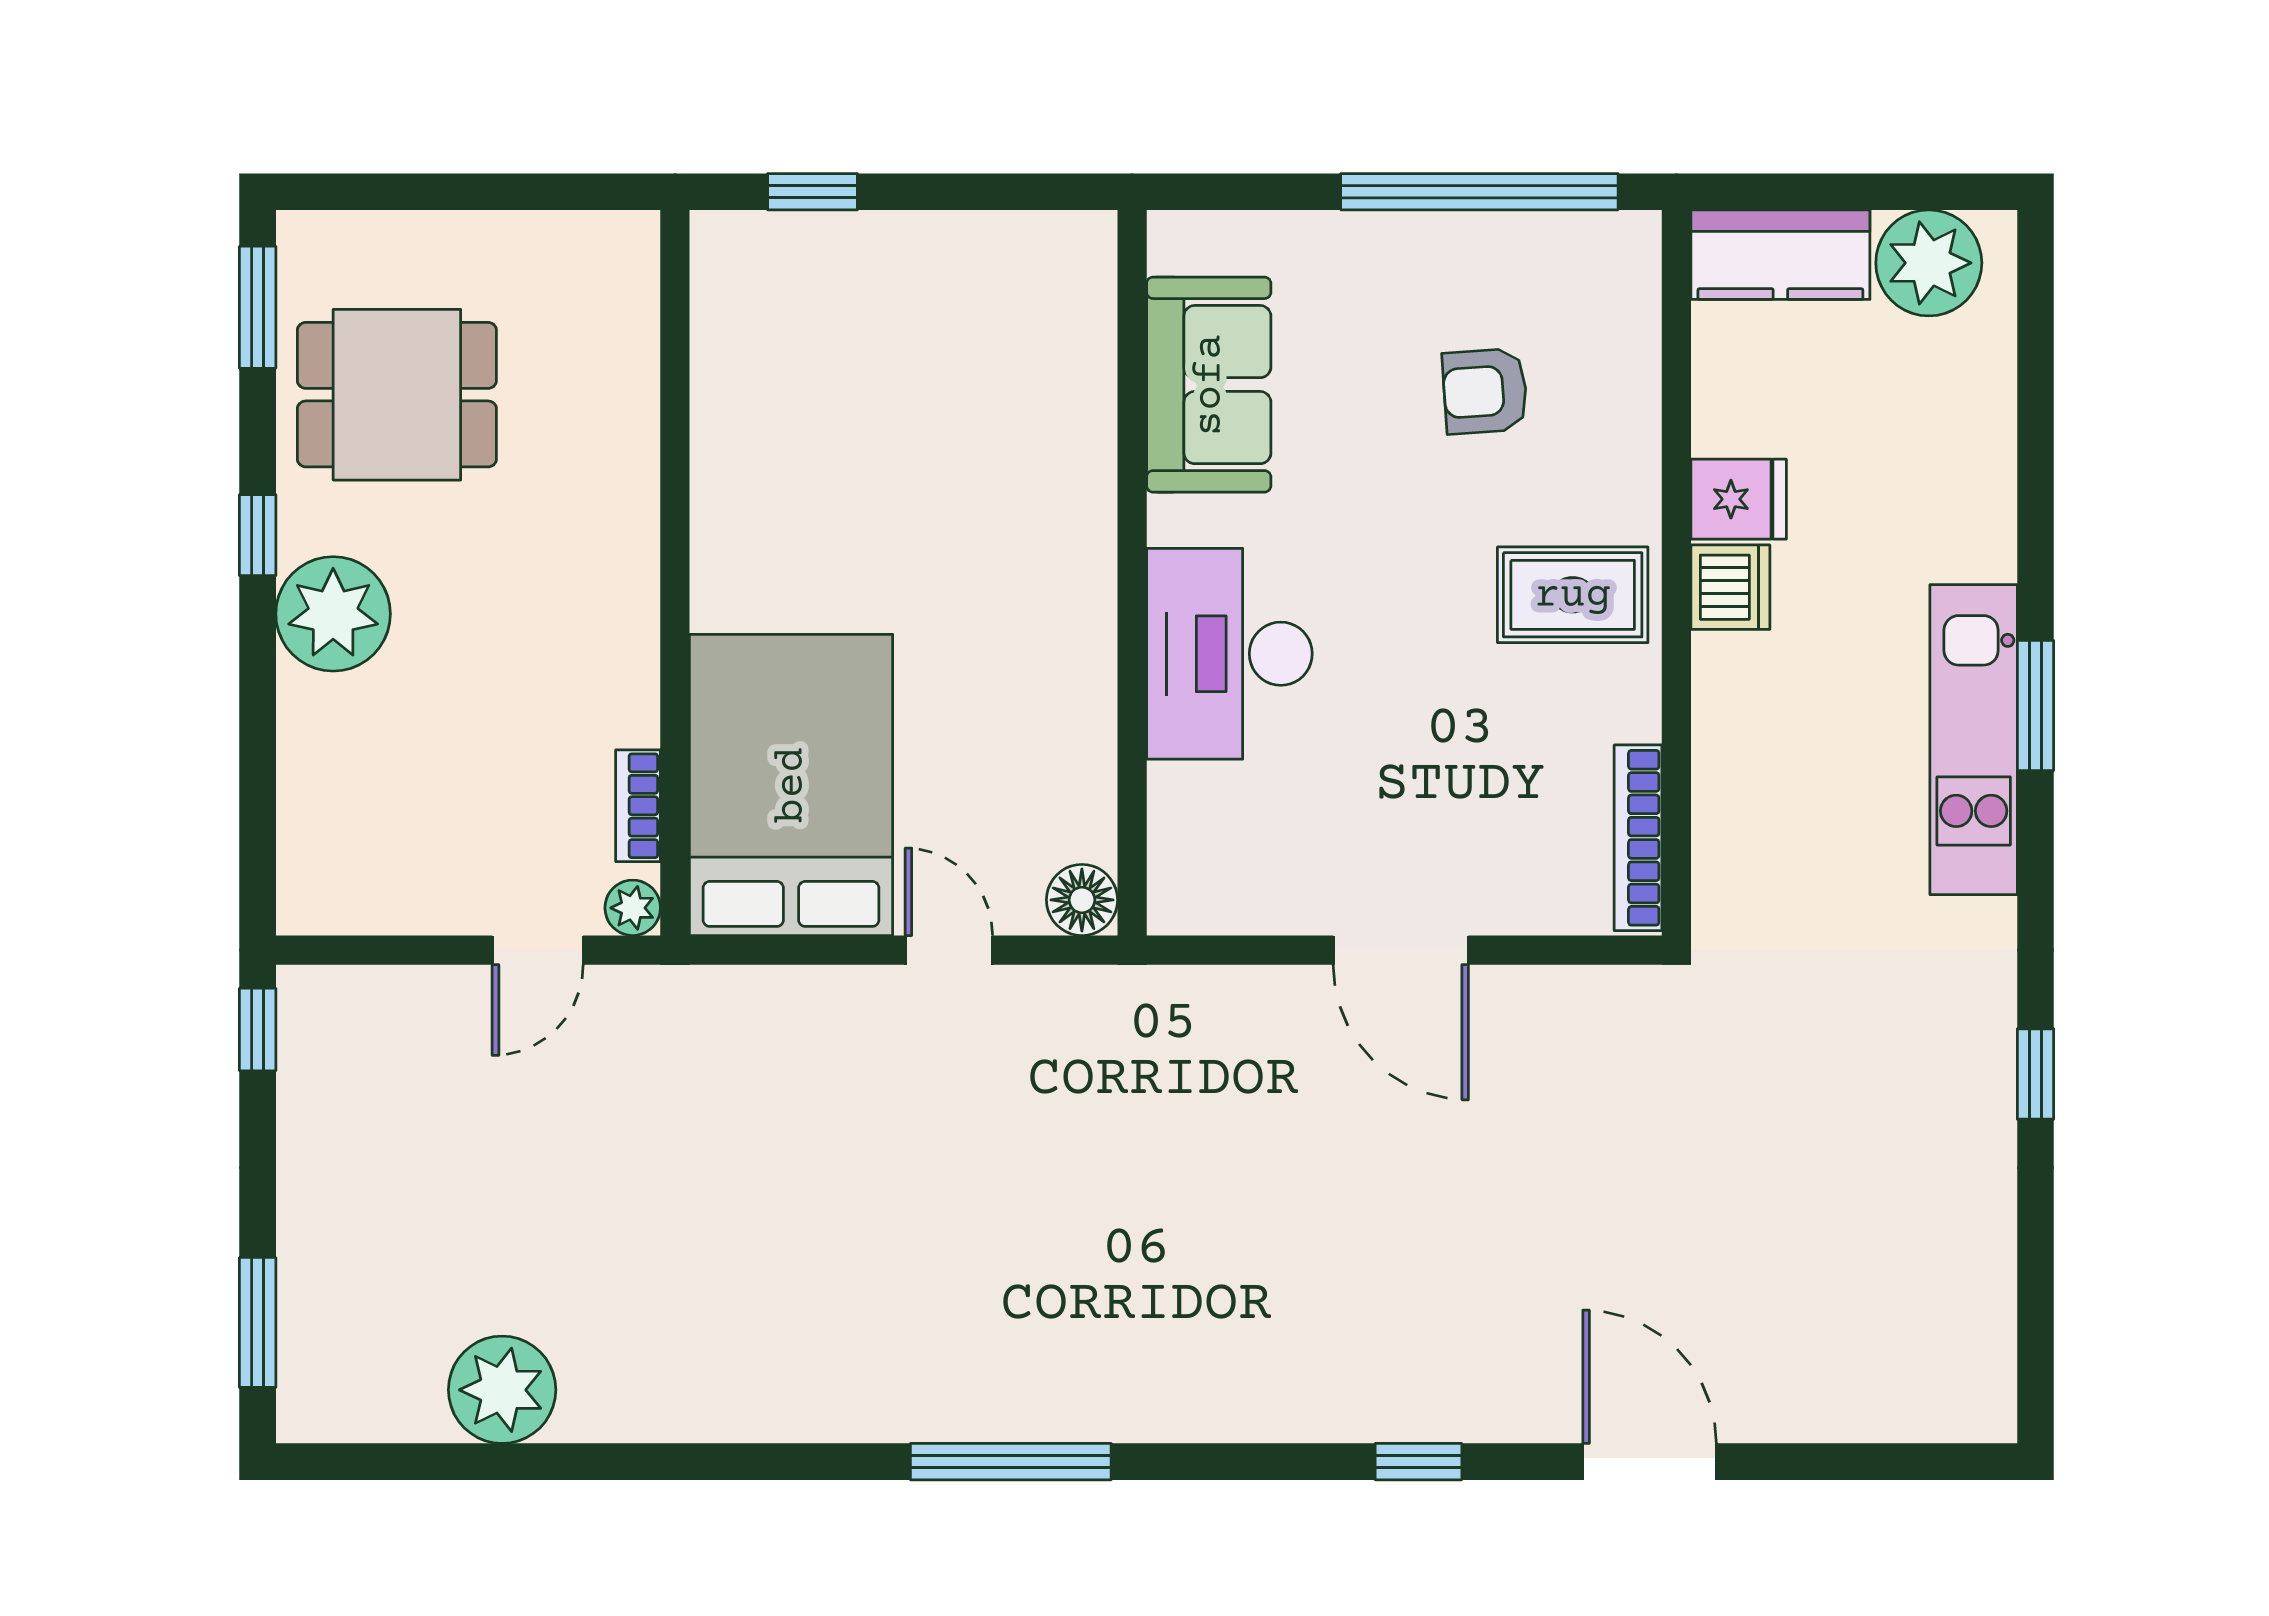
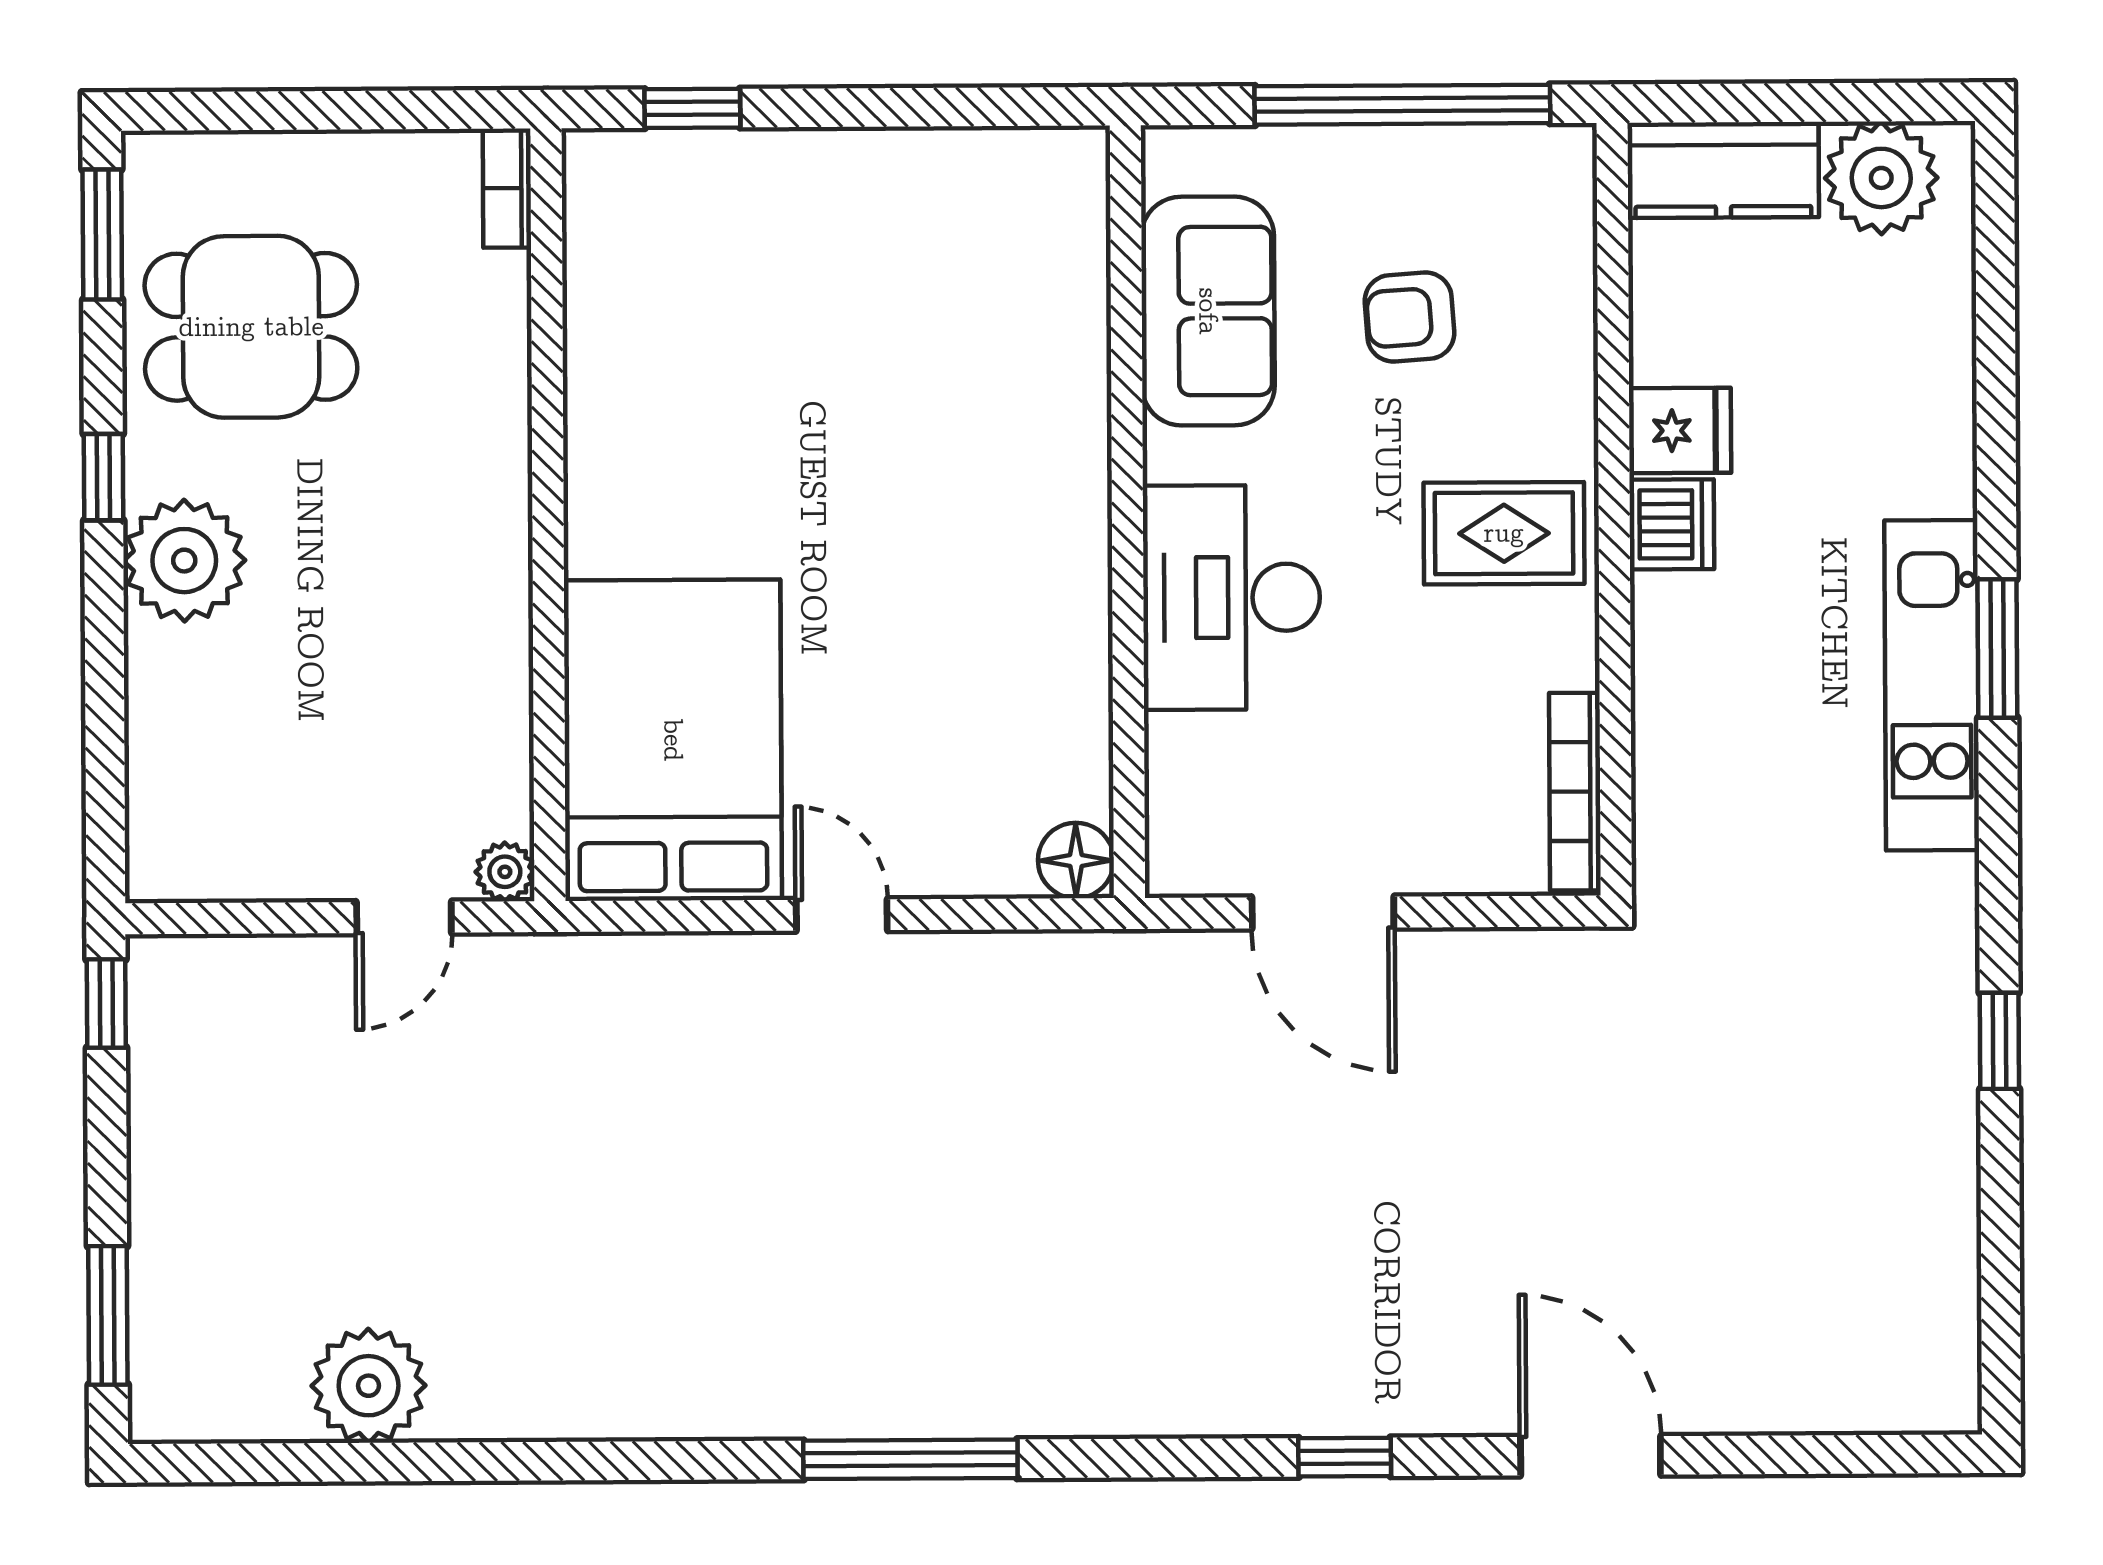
sofa: (1209, 385) -> (1208, 311), moved
wall: (1132, 573) -> (1127, 512), moved
desk: (1229, 654) -> (1232, 597), moved
bookcase: (638, 806) -> (507, 188), moved
floor lamp: (1082, 900) -> (1076, 860), moved

